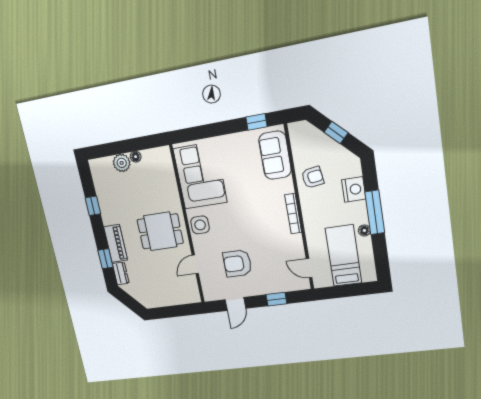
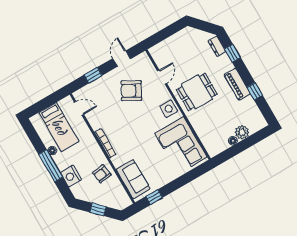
piano: (116, 243) -> (237, 84), moved
armchair: (237, 263) -> (131, 91), turned -151

